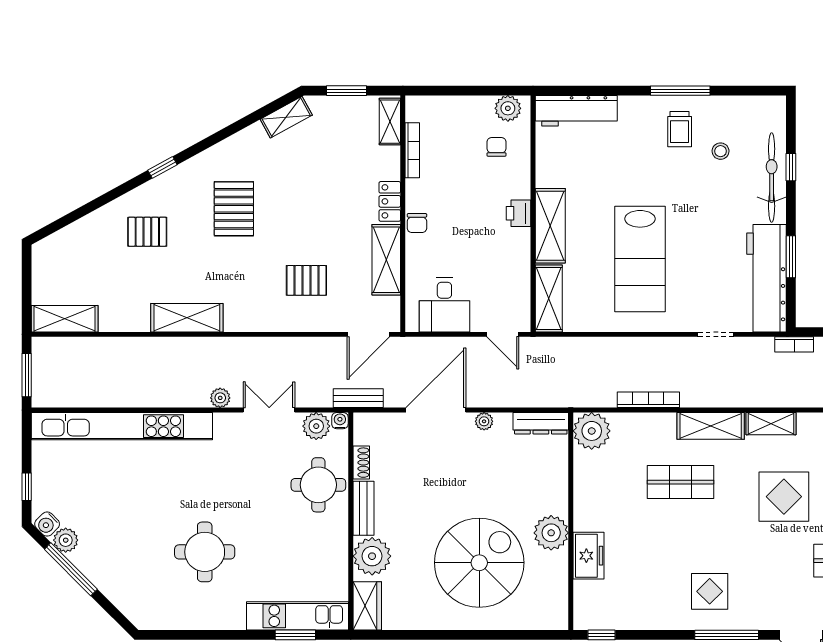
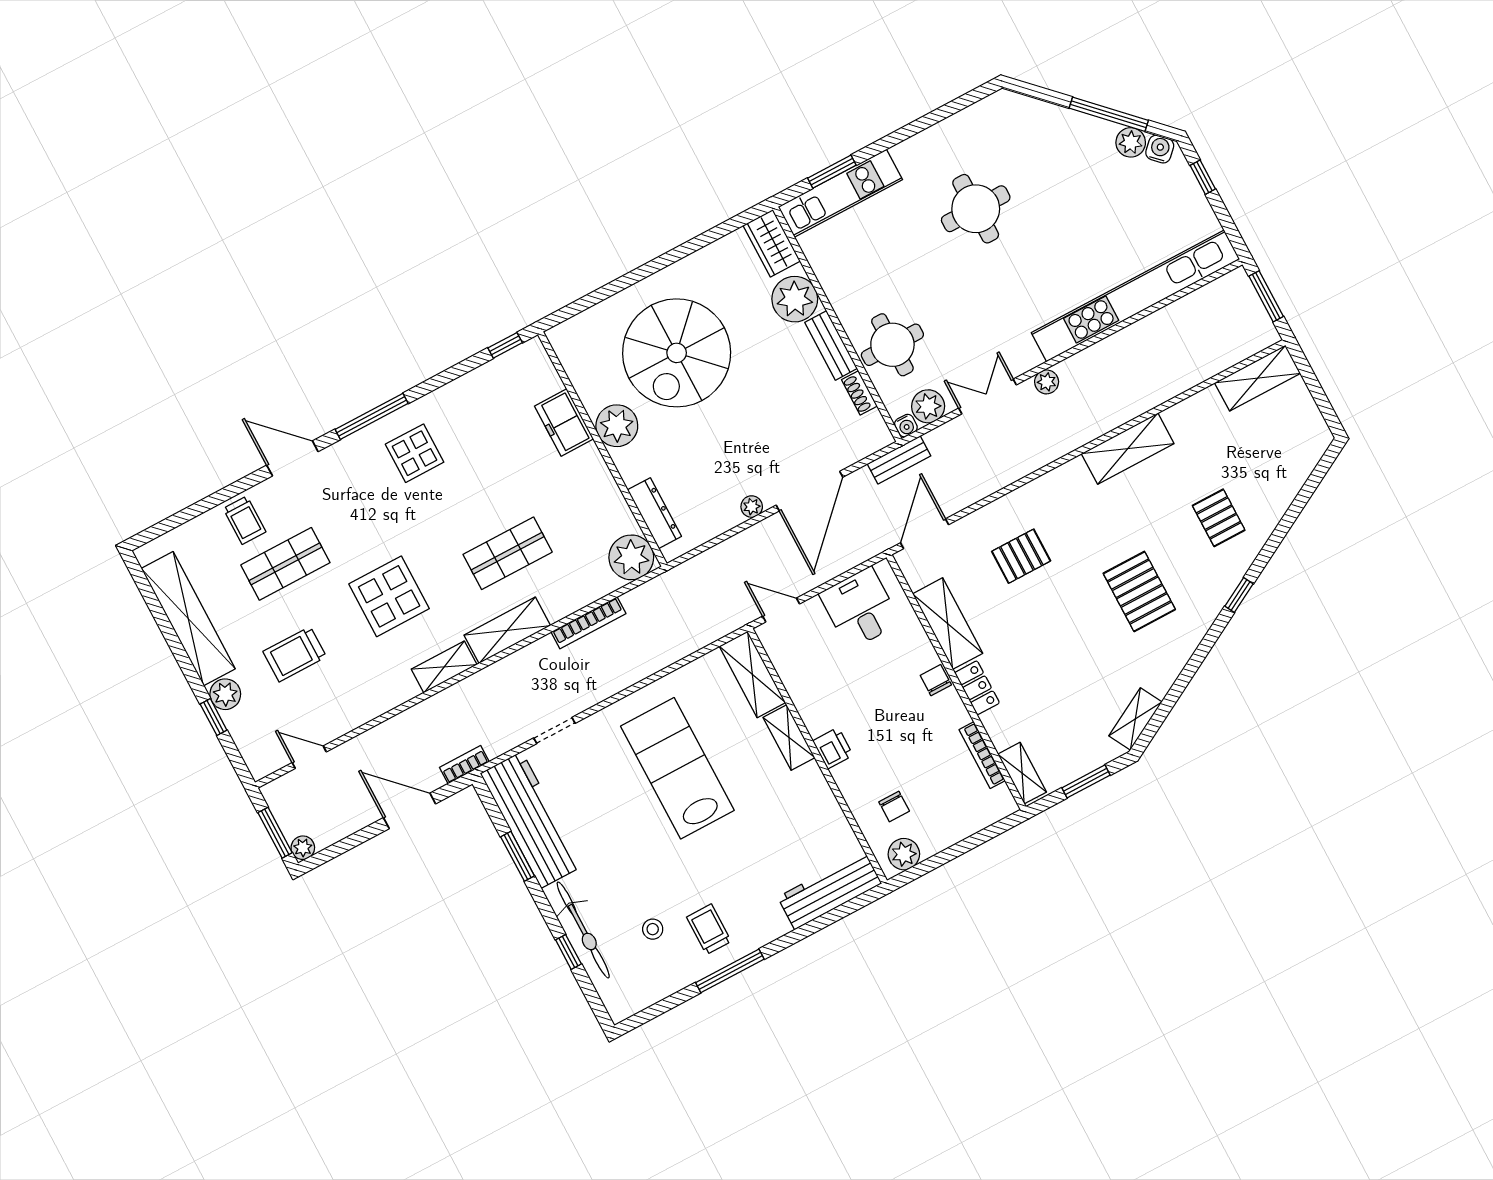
shelving: (550, 226) -> (789, 738), width x0.67, depth x0.75
pallet: (147, 232) -> (1219, 518), turned 90
double door: (269, 410) -> (988, 397), swing flipped
dresser: (541, 423) -> (654, 513), moved, turned 90

